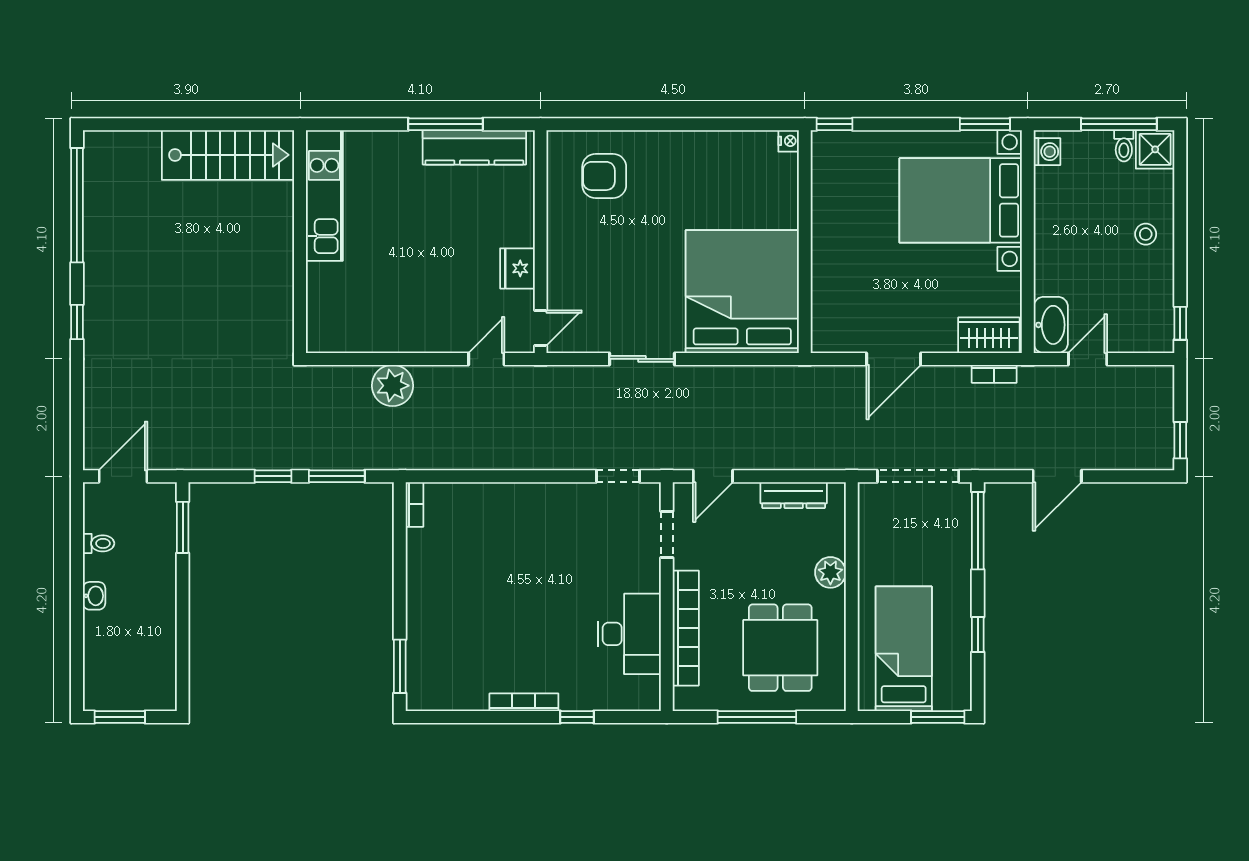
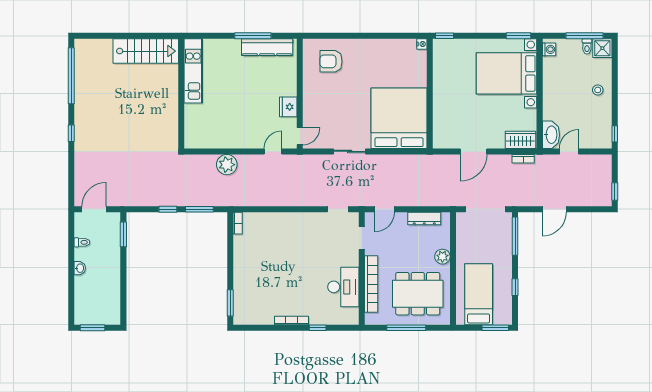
dining table: (780, 648) -> (418, 294), width x1.38

